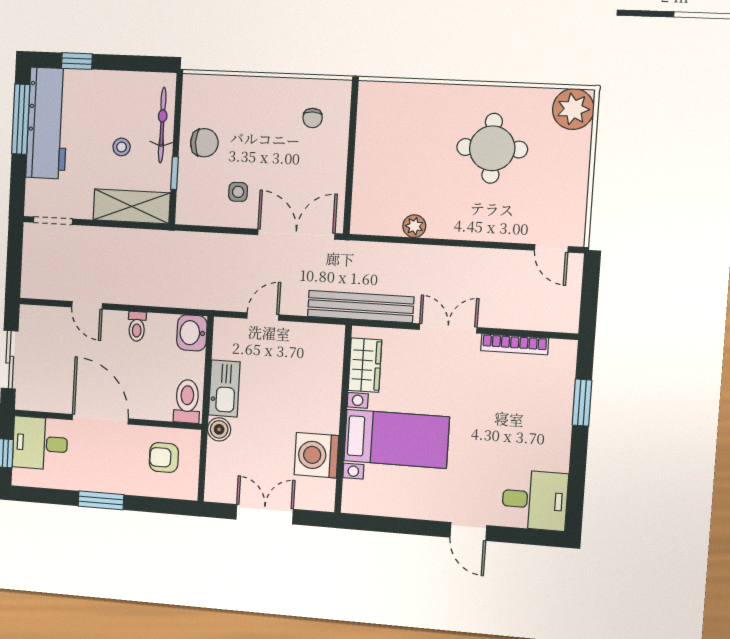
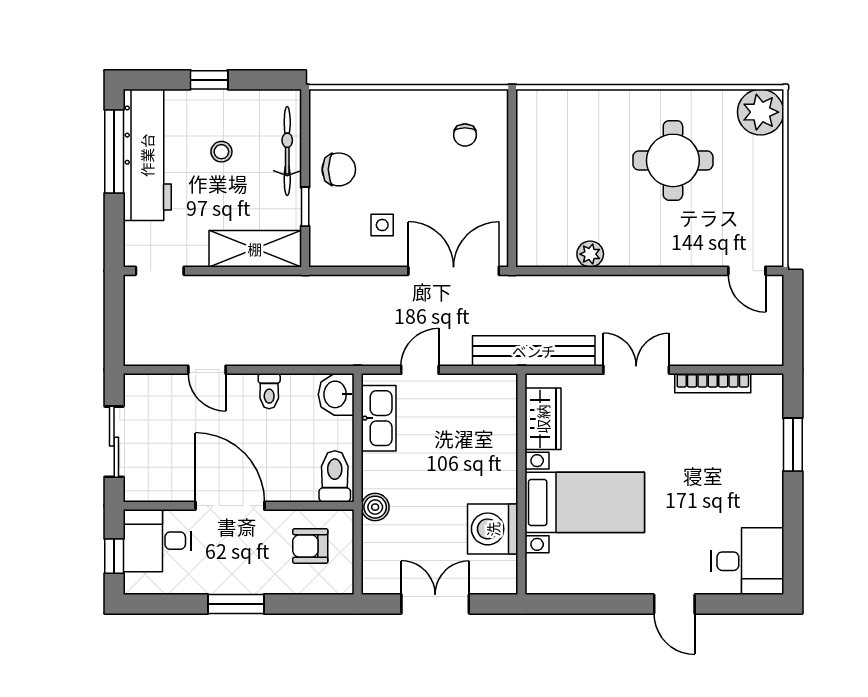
window: (77, 61) -> (209, 80), moved
stool: (122, 147) -> (221, 152), moved
kitchen sink: (224, 388) -> (379, 418), moved

